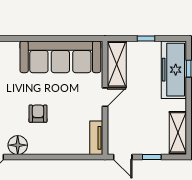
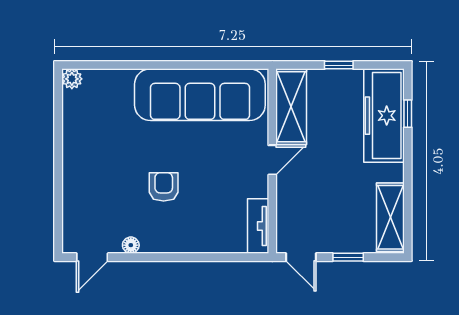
floor lamp: (18, 145) -> (131, 245), width x0.53, depth x0.53

